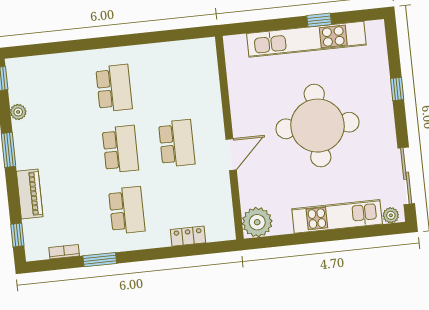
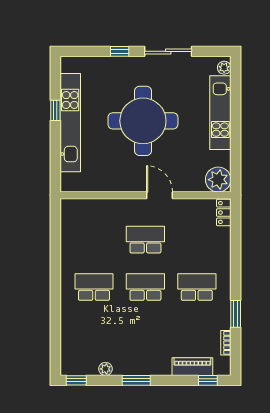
sliding door: (406, 176) -> (168, 51), moved
piano: (30, 194) -> (192, 367), moved
locker: (188, 236) -> (224, 213), moved

